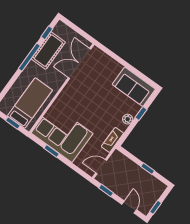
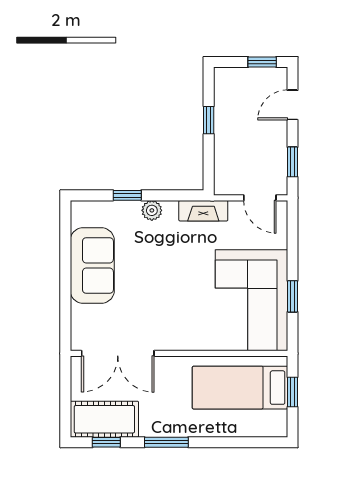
cot: (48, 51) -> (104, 419), moved
window: (29, 57) -> (166, 442), width x0.69
sofa: (134, 87) -> (92, 265), moved

